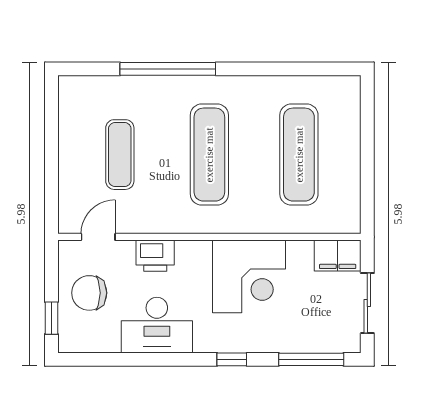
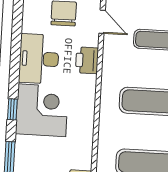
corner desk: (249, 276) -> (42, 110), moved, turned 180

